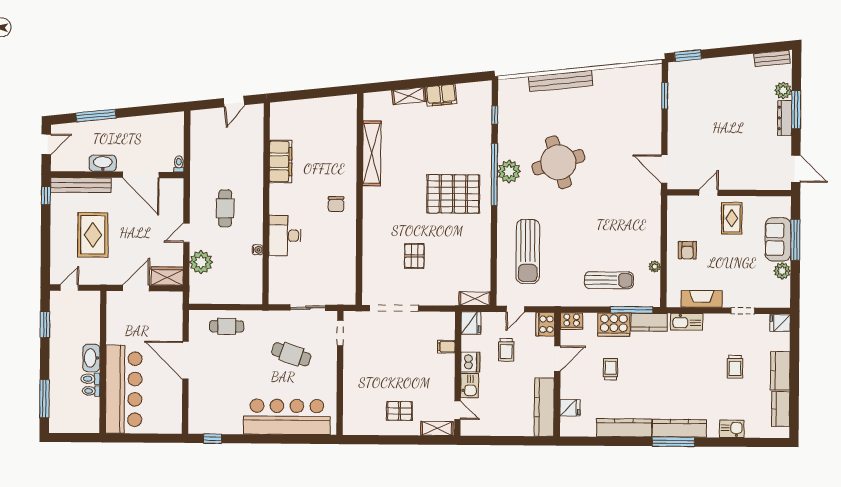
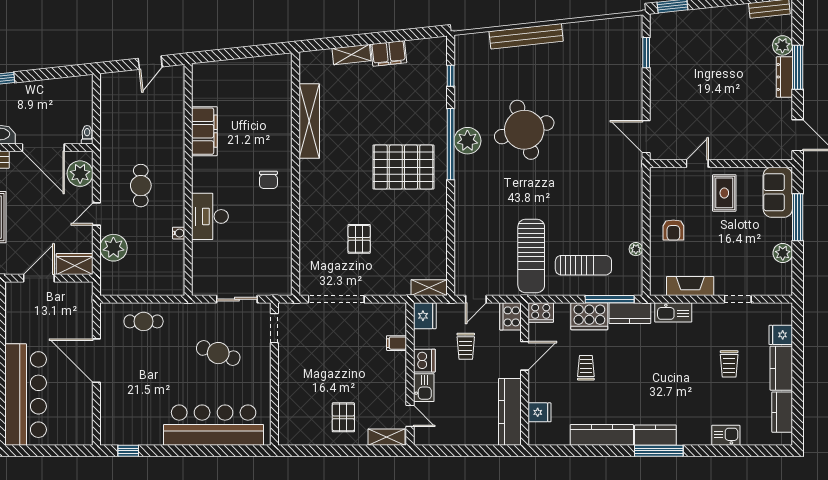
plant: (172, 198) -> (80, 174), added
sofa: (778, 239) -> (778, 192), moved
sun lounger: (528, 251) -> (531, 256), moved
fridge: (780, 323) -> (781, 335), moved
pallet: (400, 411) -> (343, 417), turned 90
kitchen counter: (679, 428) -> (655, 435), width x0.67

